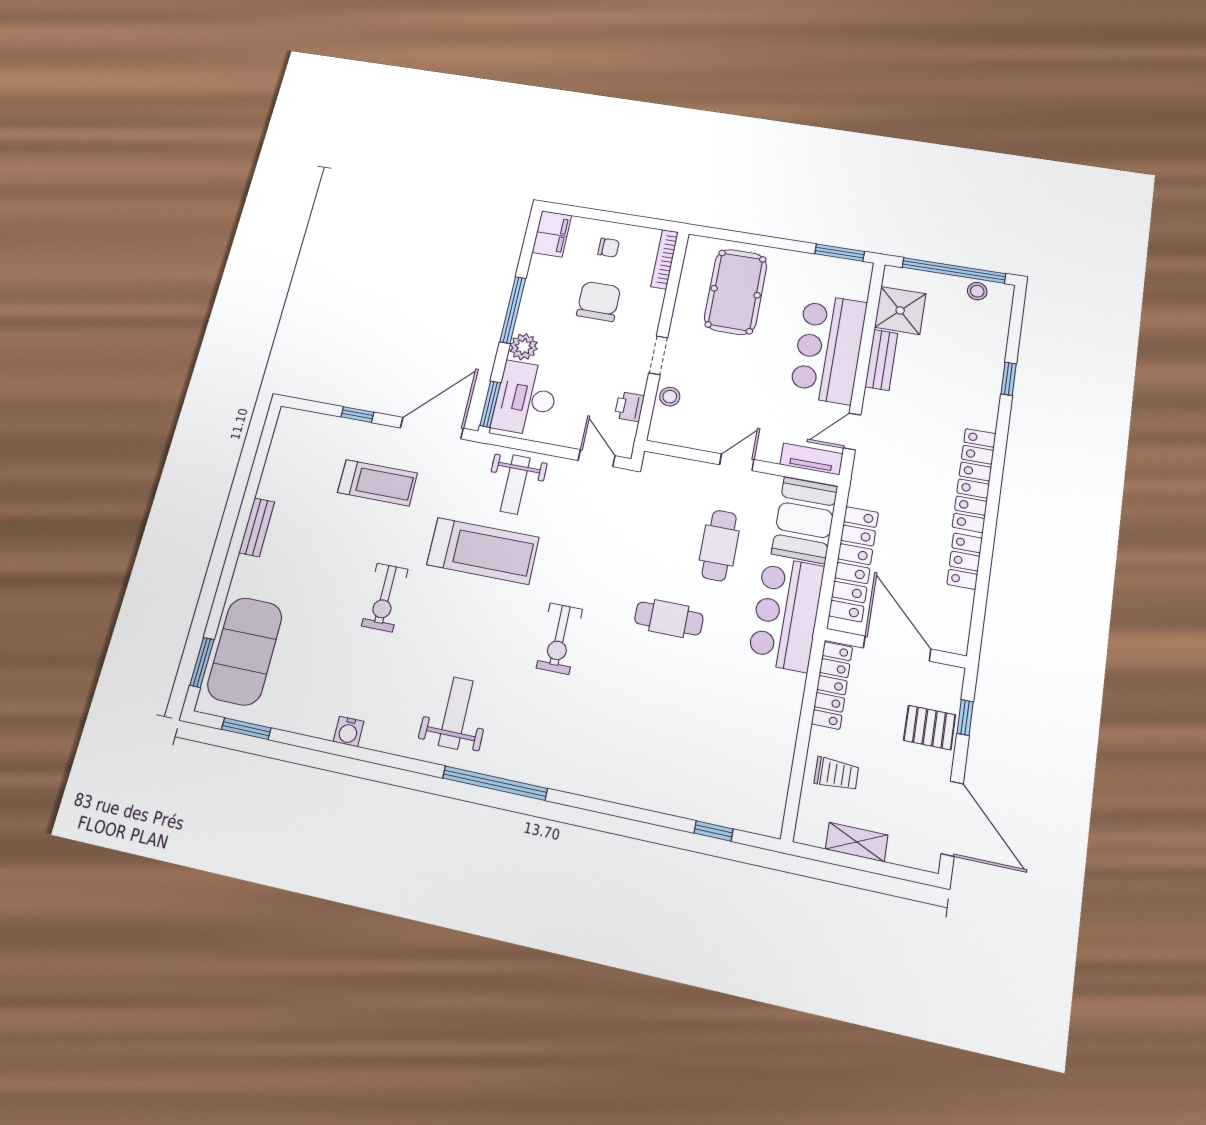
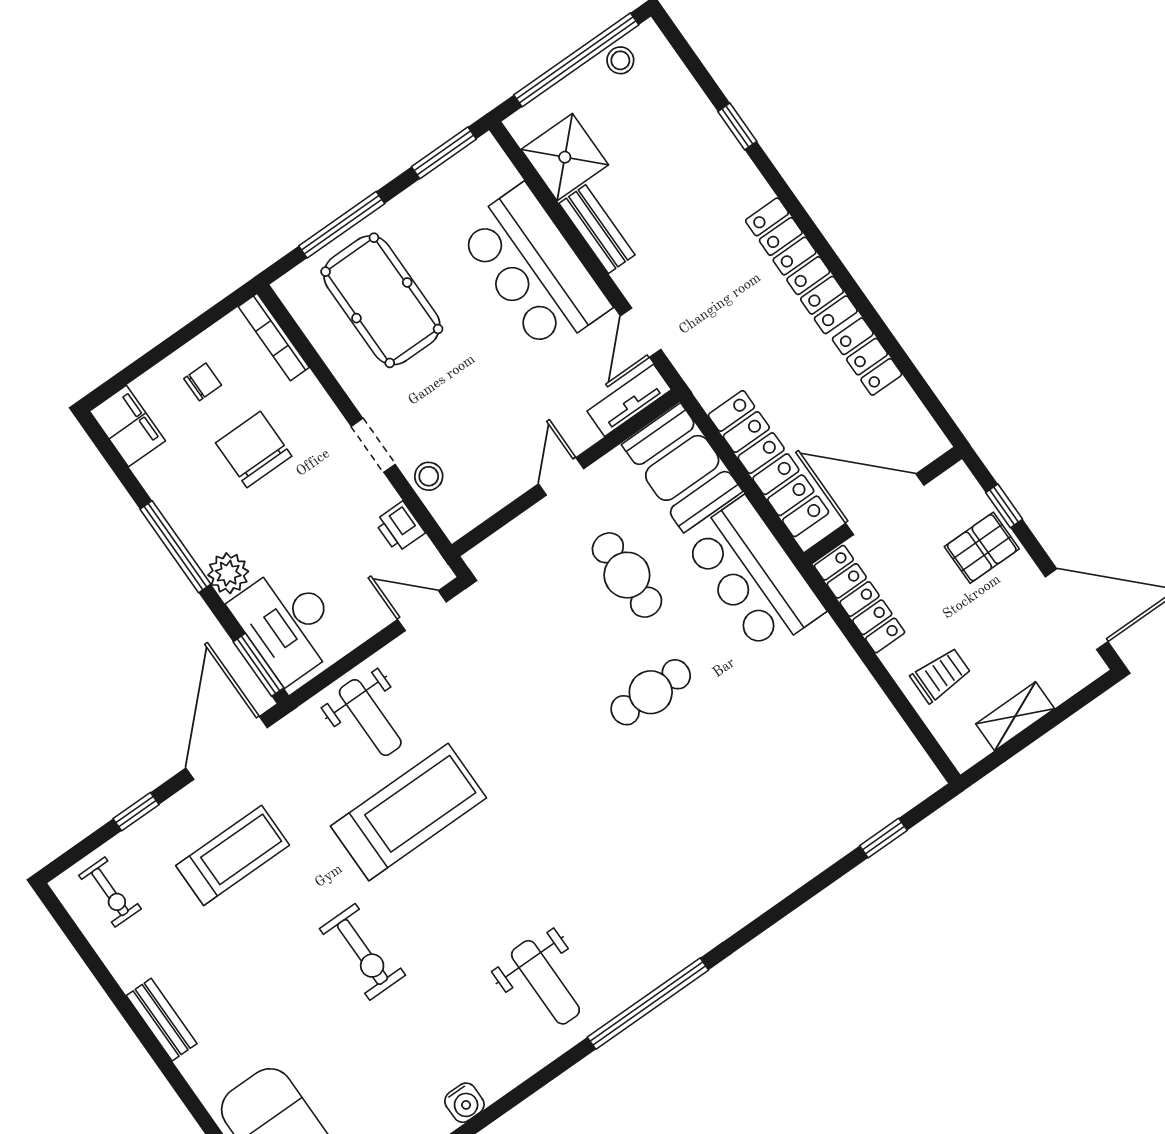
window: (753, 239) -> (342, 225), added
exercise bike: (559, 639) -> (110, 892), moved, width x0.73, depth x0.72
weight bench: (456, 713) -> (545, 982), turned 180

